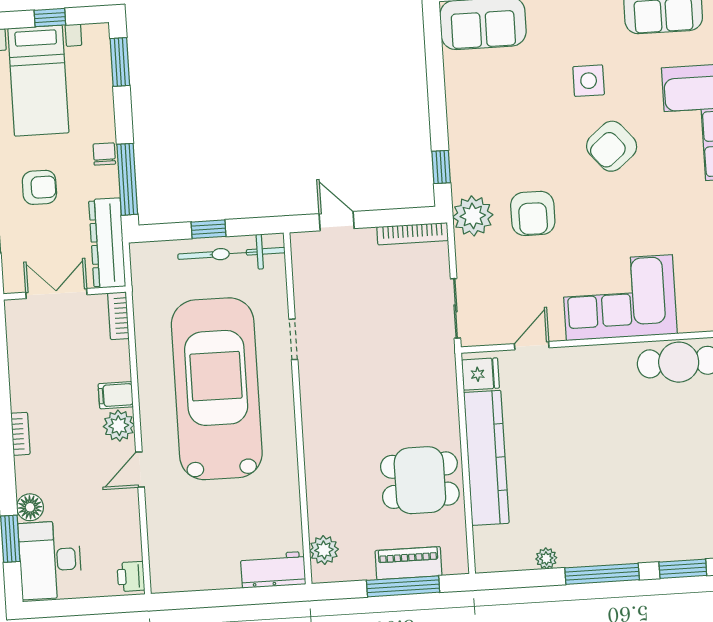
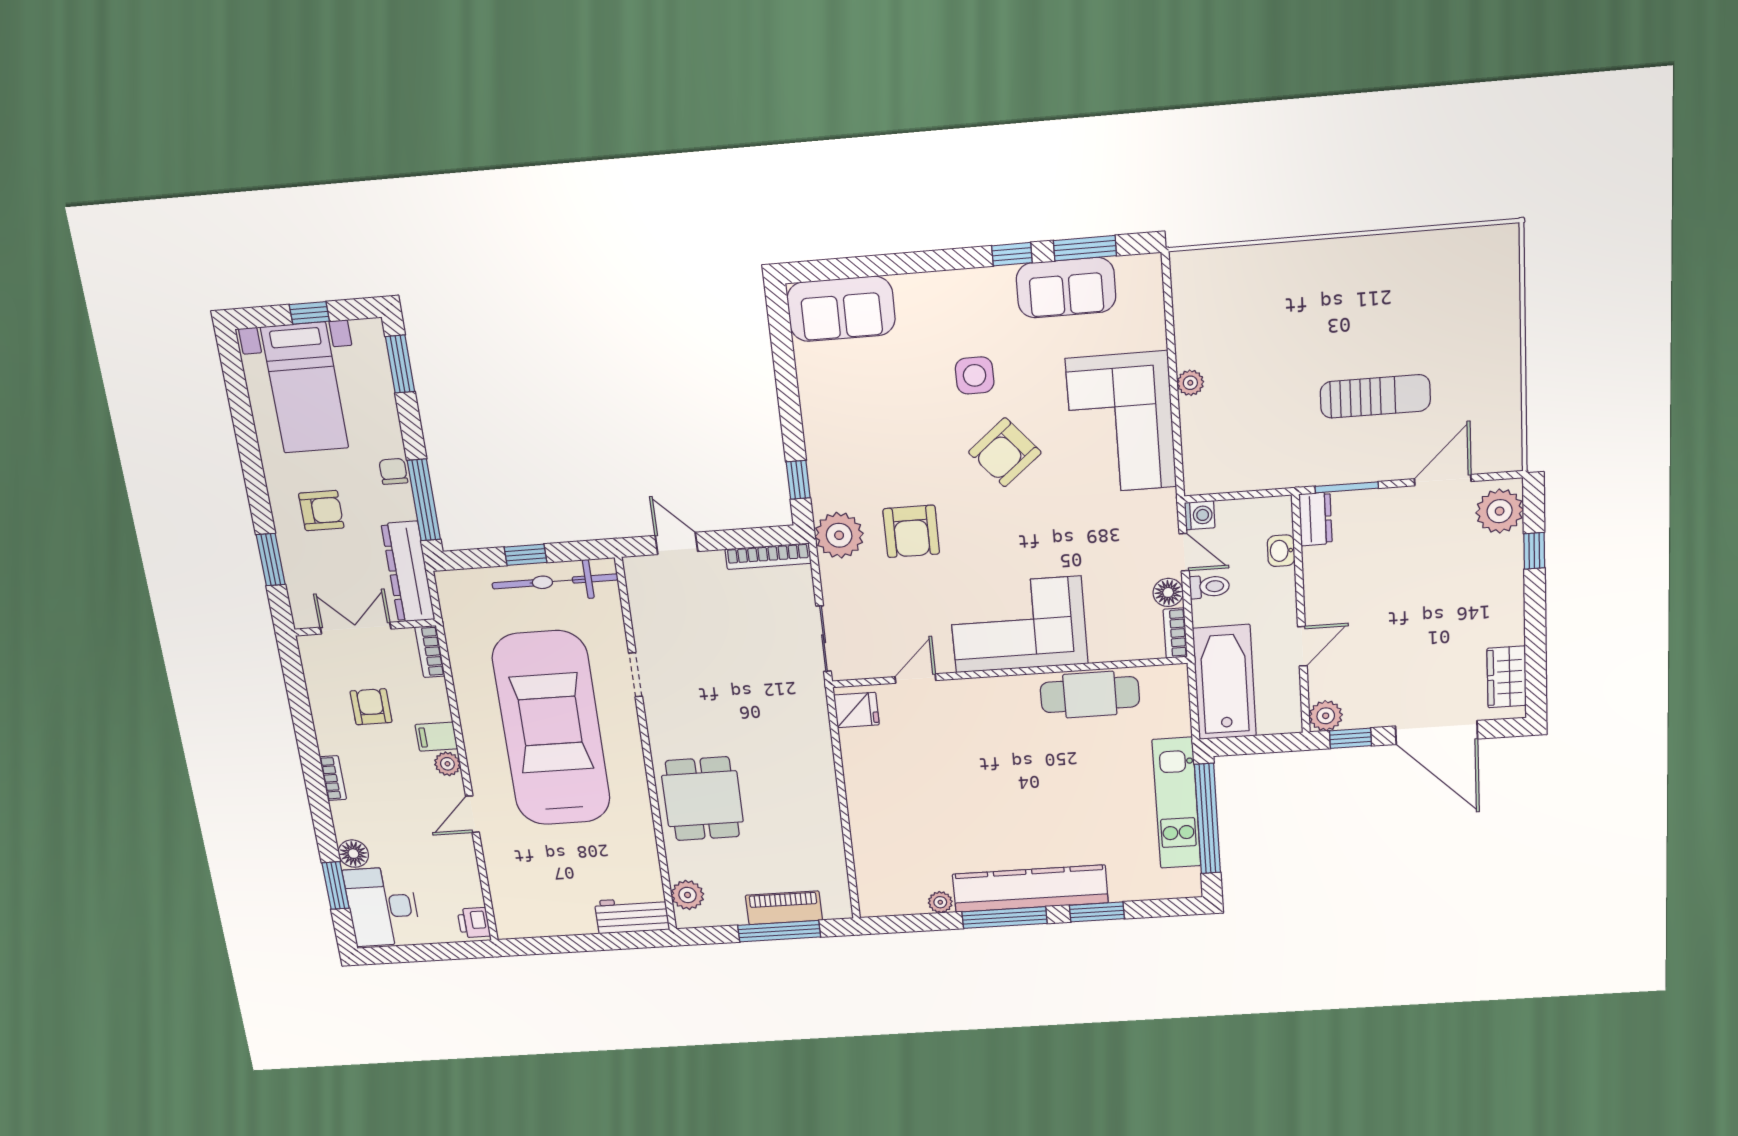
armchair: (62, 366) -> (371, 707), added
plant: (119, 426) -> (447, 764), width x0.73, depth x0.73
kitchen counter: (486, 458) -> (1030, 889), moved, turned -90
dining table: (420, 480) -> (702, 799), moved, turned 90

